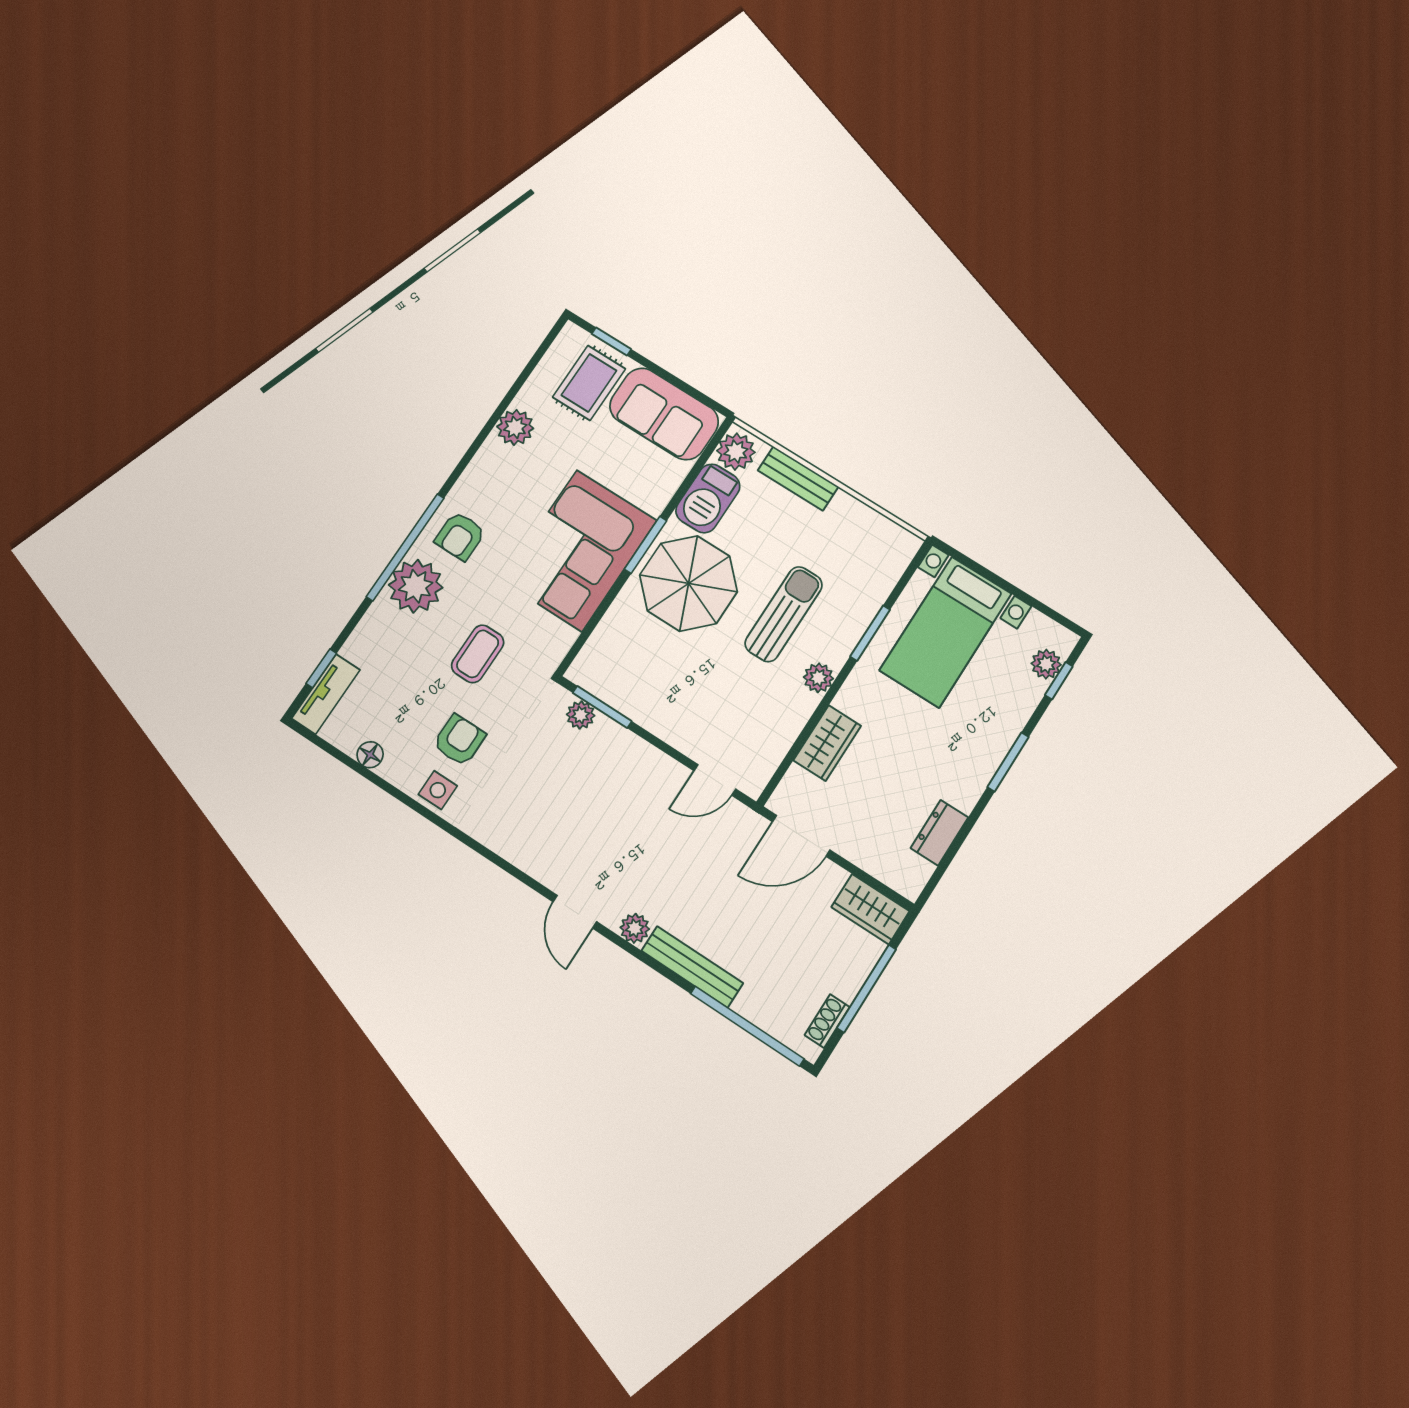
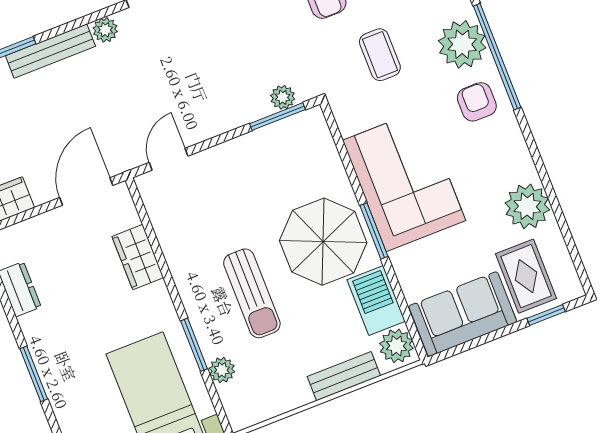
plant: (515, 427) -> (527, 206), width x1.36, depth x1.36
plant: (818, 678) -> (222, 370), moved

